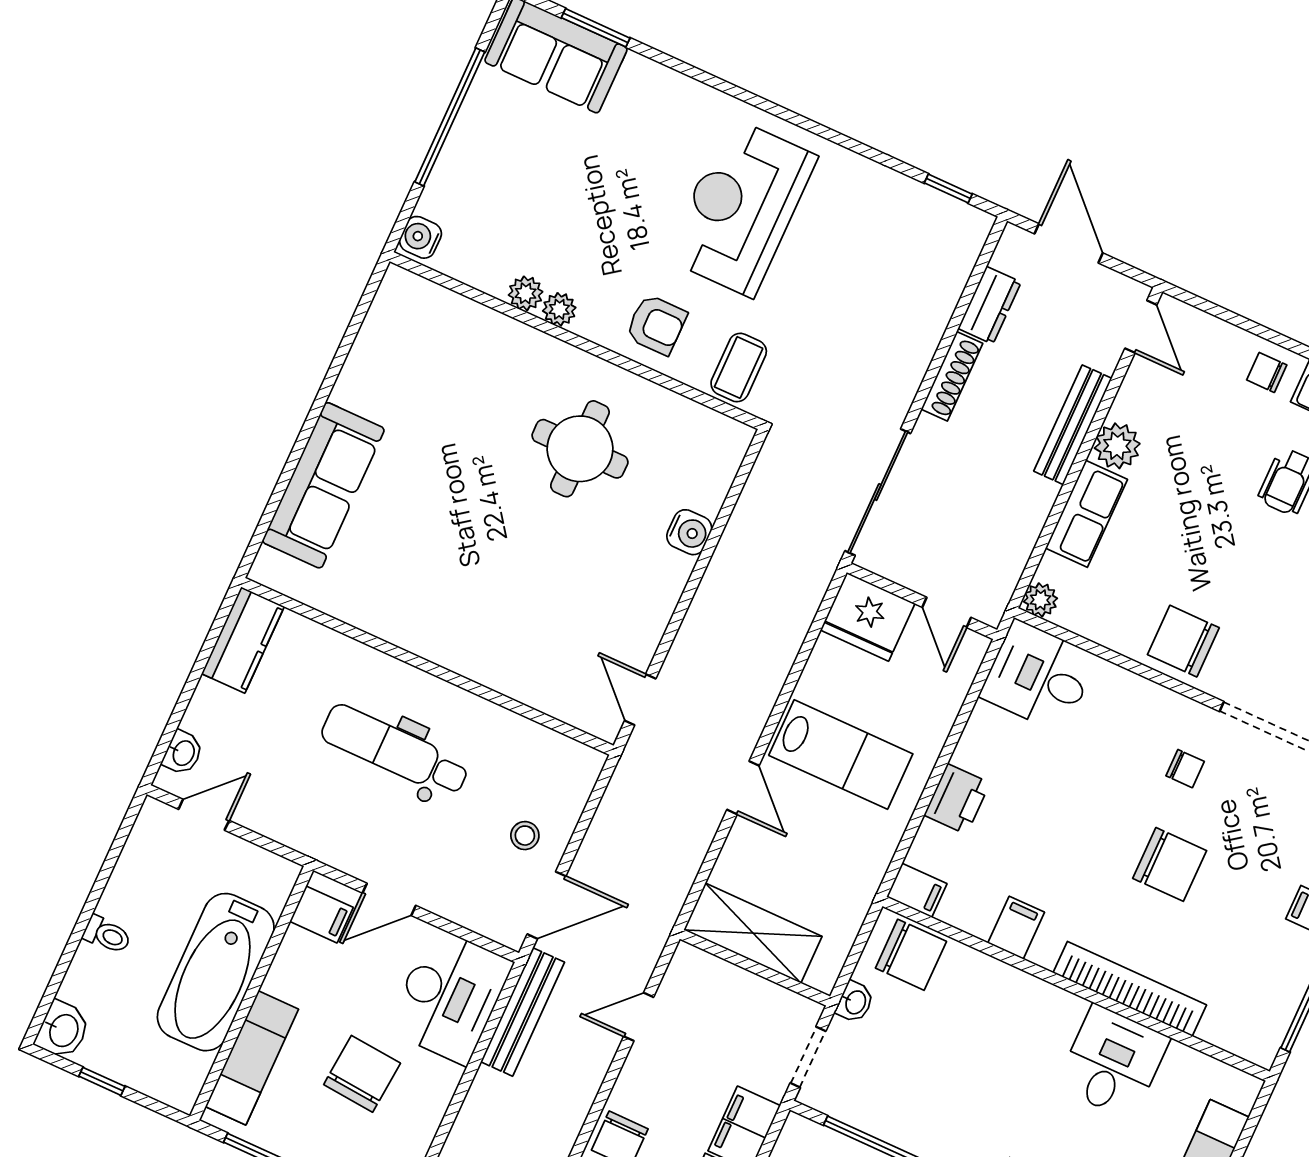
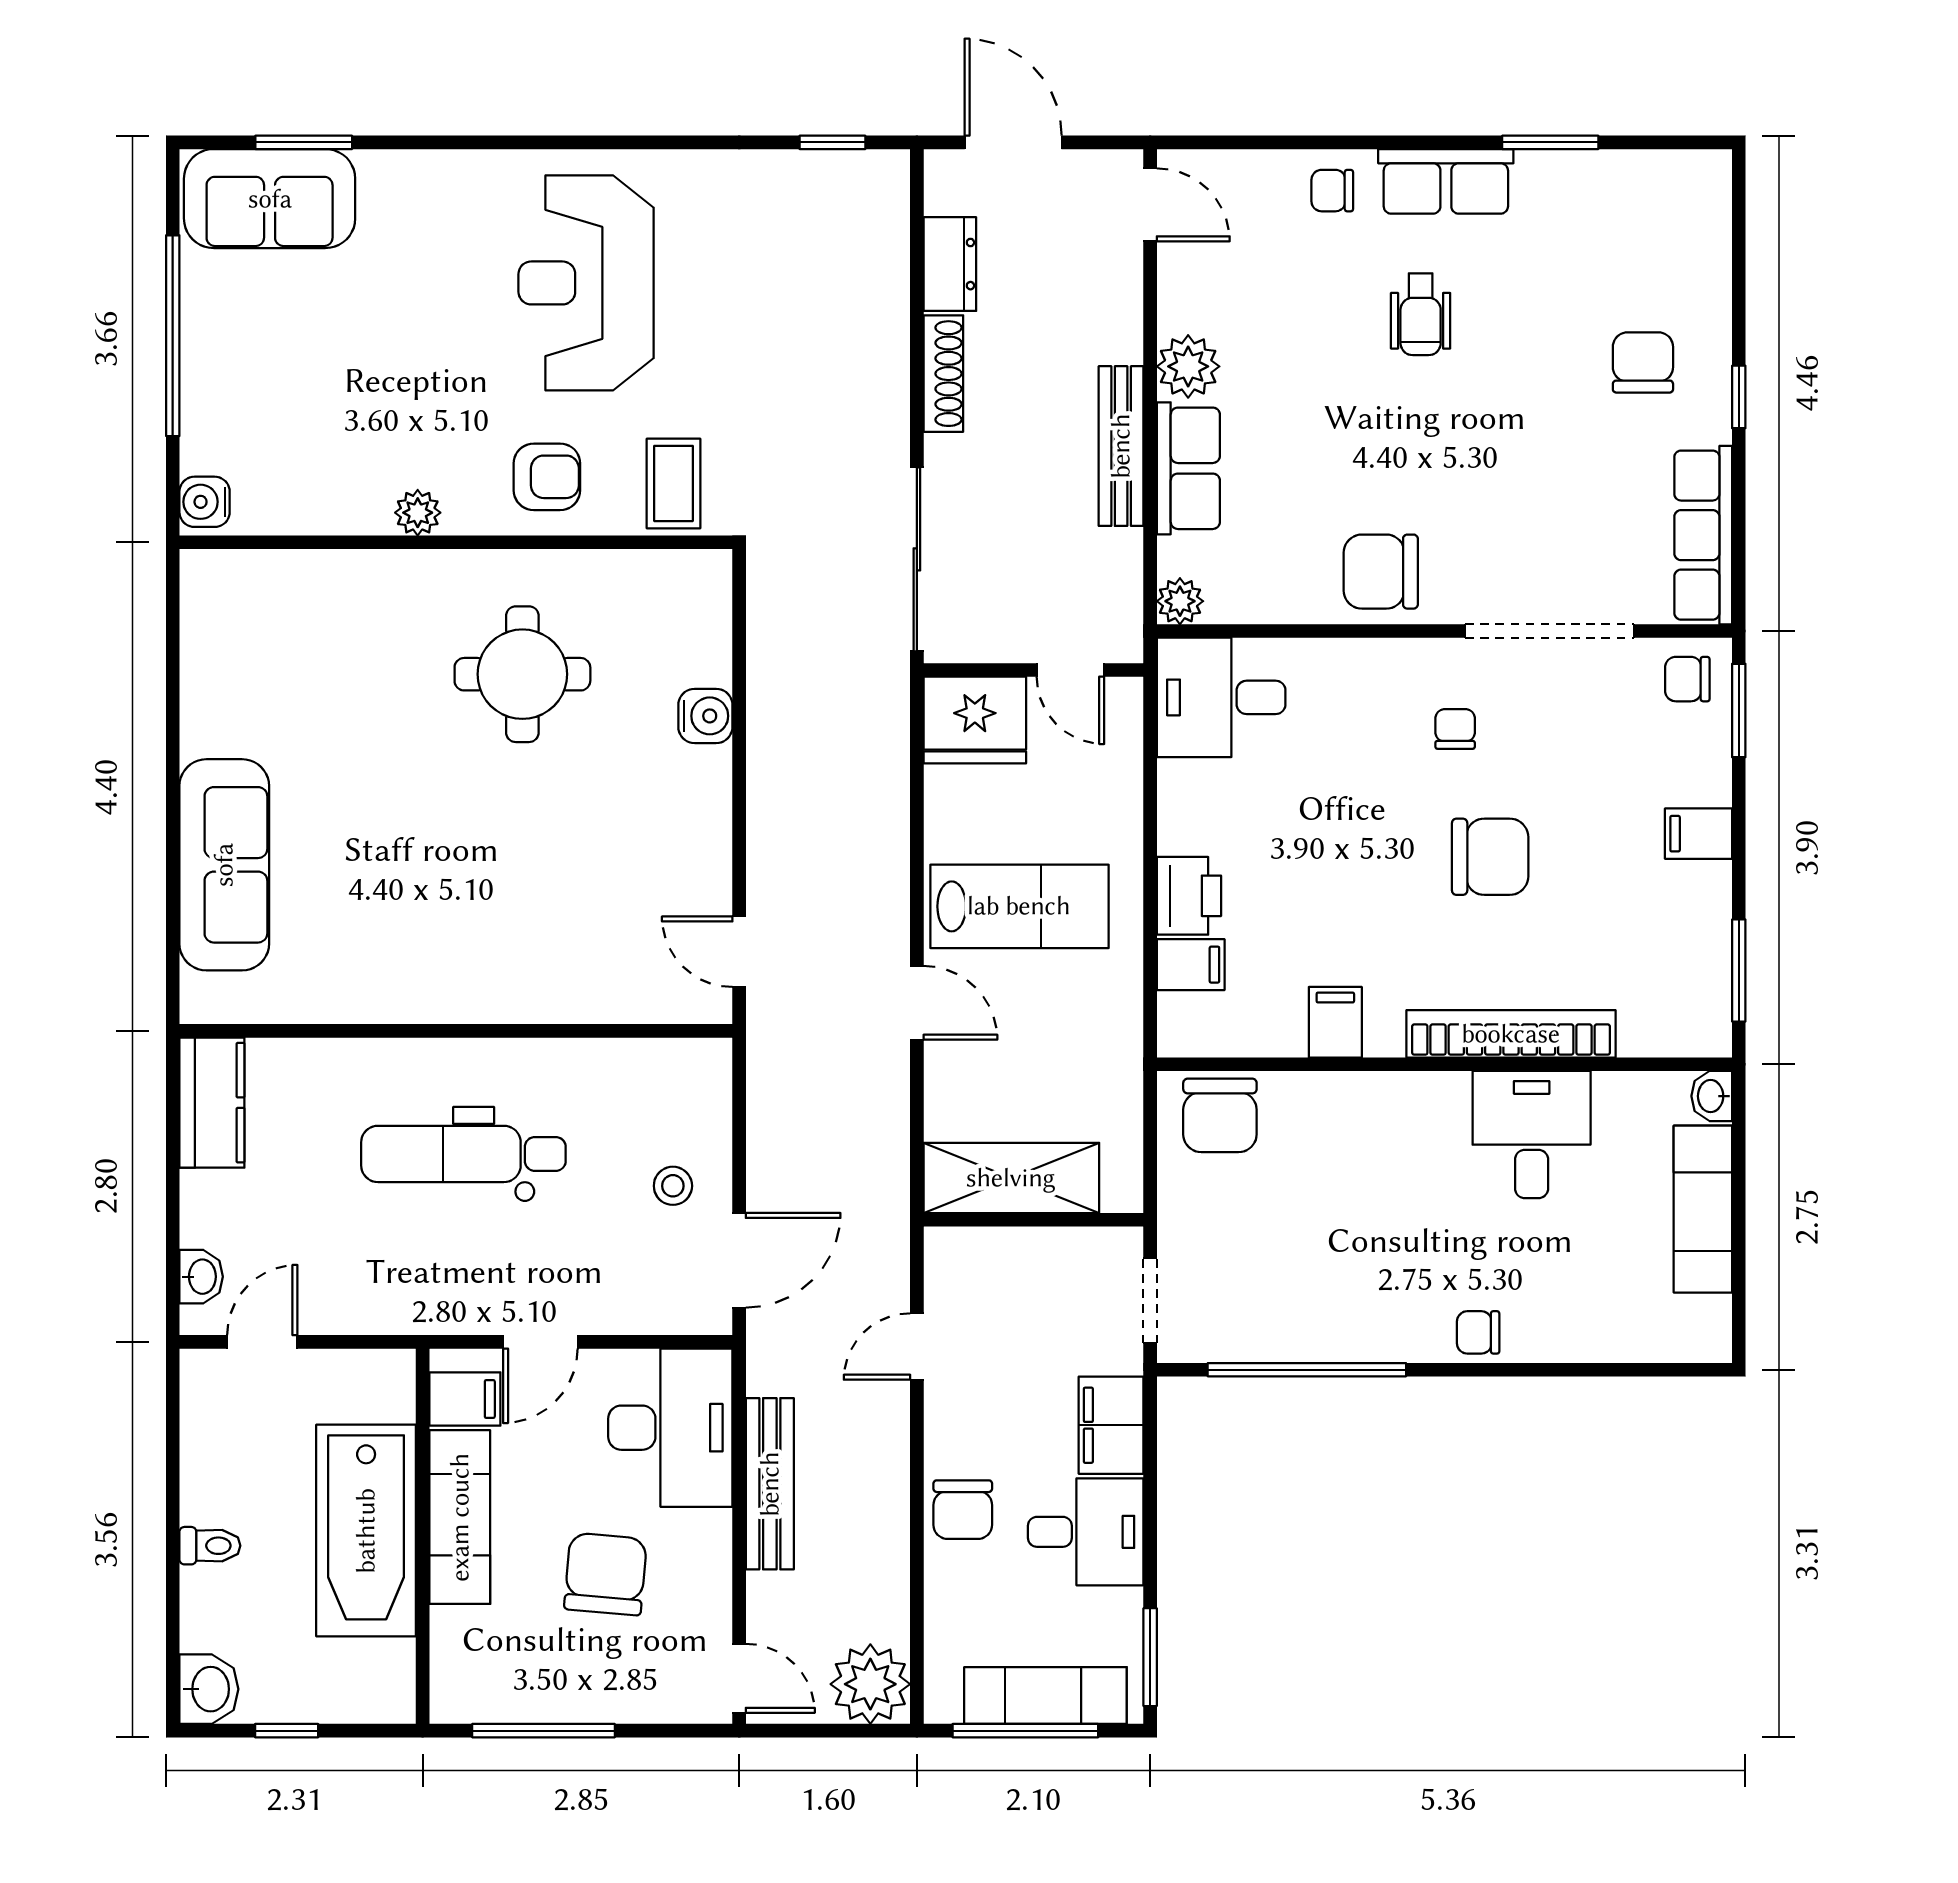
plant: (526, 293) -> (367, 512), removed
bench: (1073, 425) -> (1121, 446), moved
chair: (1185, 769) -> (1455, 729), turned -90
filing cabinet: (917, 890) -> (1191, 965), moved
chair: (911, 955) -> (1220, 1115), turned 90
washbasin: (855, 1002) -> (1712, 1096), moved, turned 180
bench: (523, 1012) -> (770, 1484), moved
exam couch: (252, 1058) -> (460, 1517), moved

